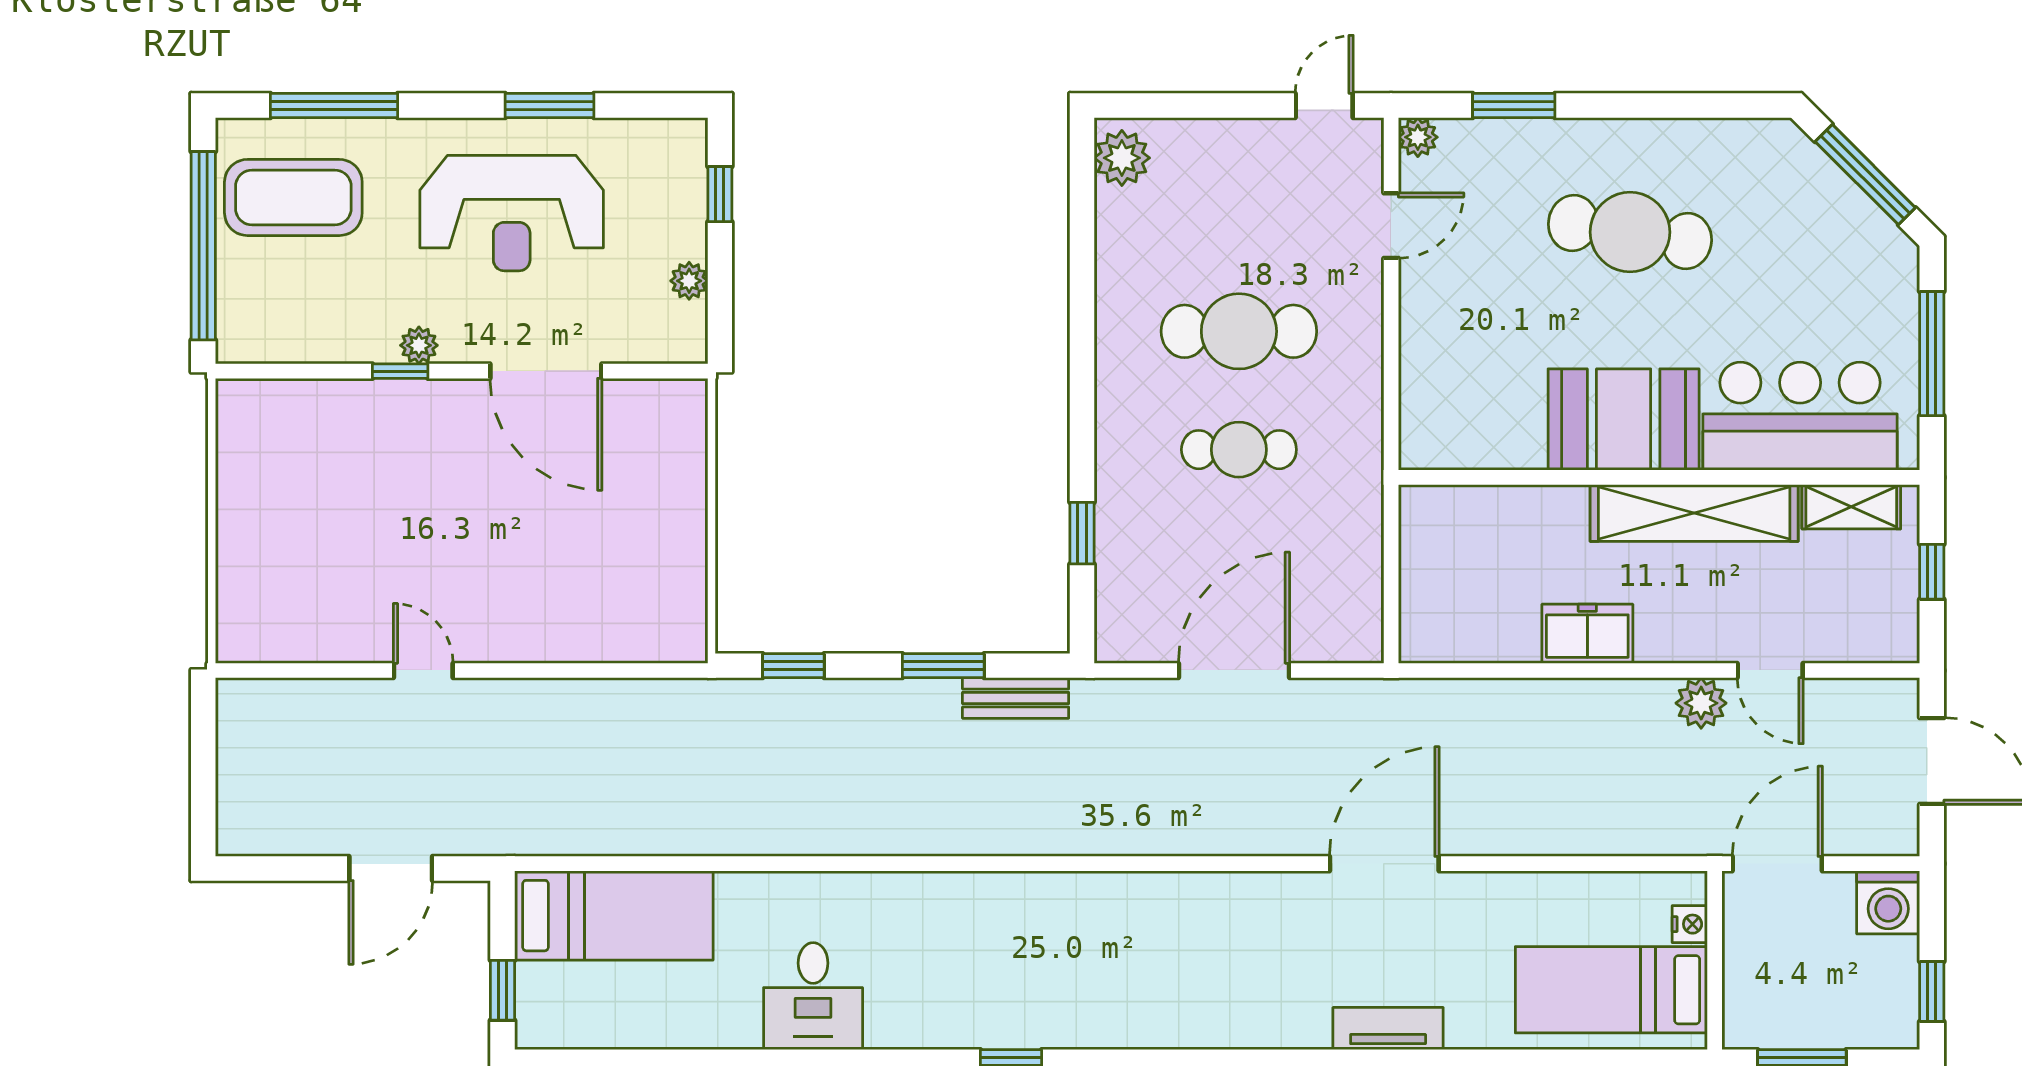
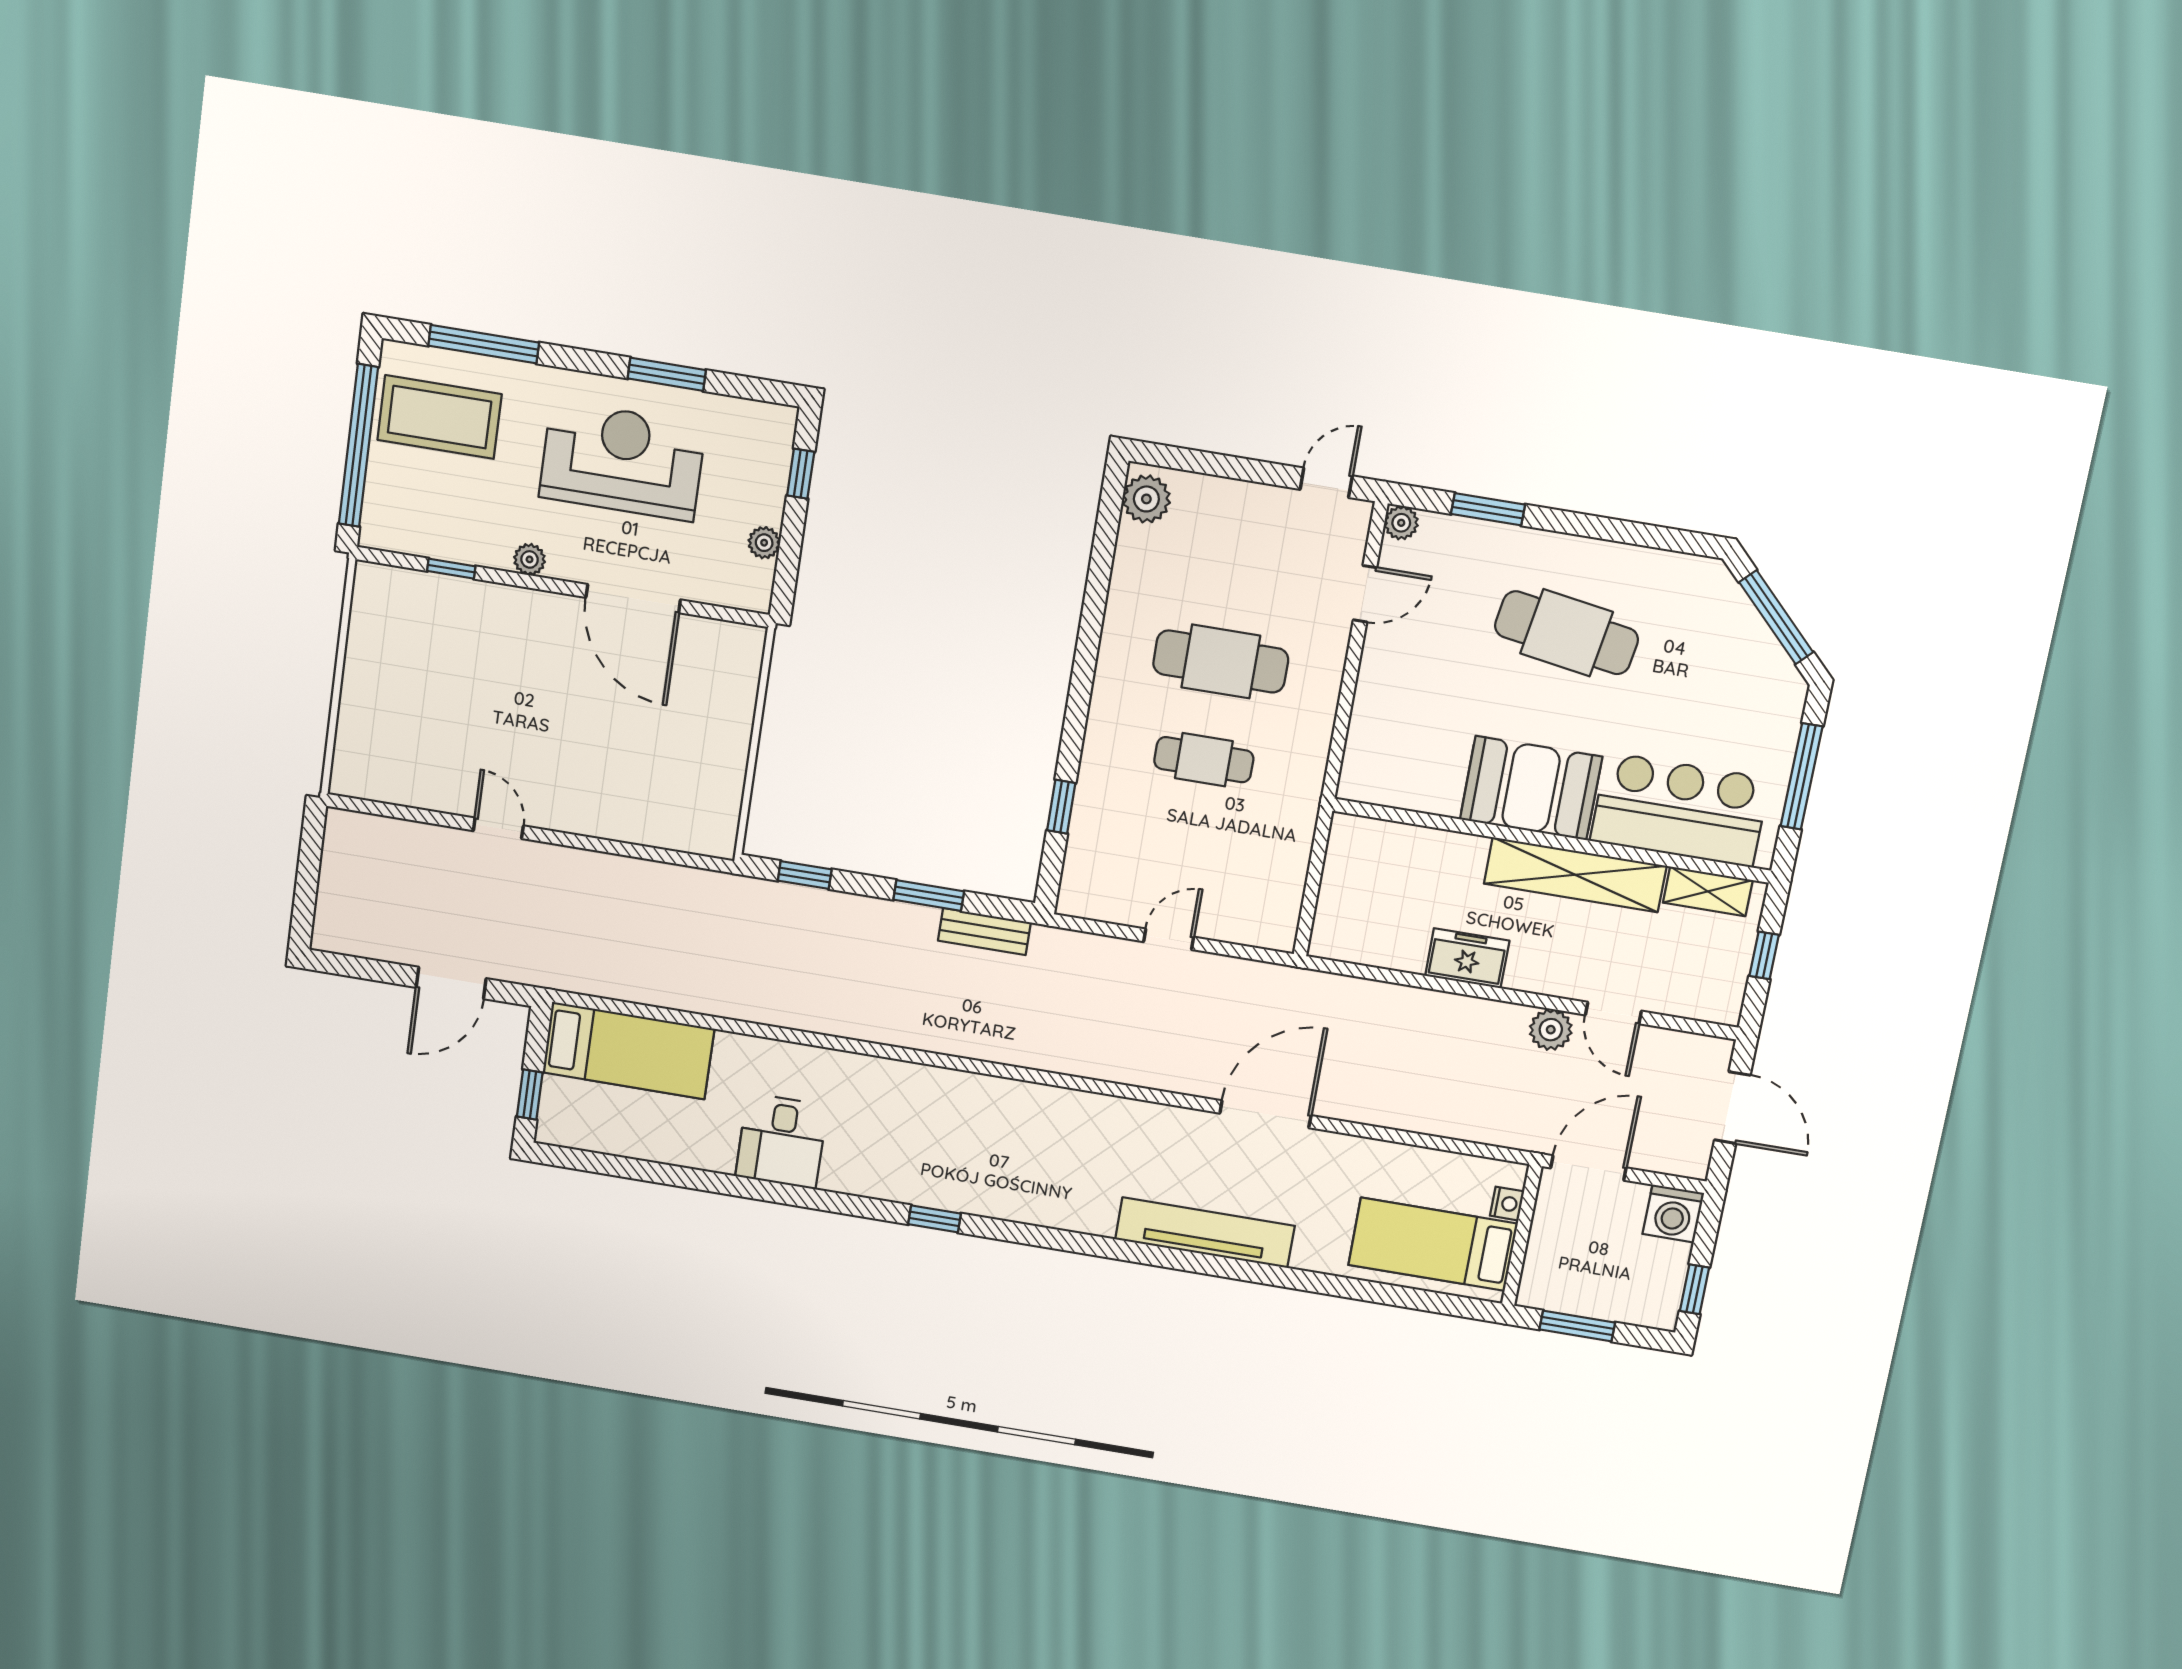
reception desk: (512, 213) -> (622, 461), turned 180
window: (400, 371) -> (451, 569), moved
door: (1234, 670) -> (1169, 939), width x0.53
tv unit: (1388, 1028) -> (1205, 1233), width x1.92, depth x1.29

